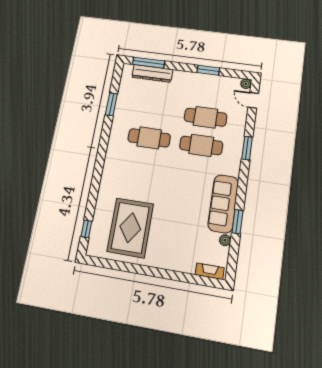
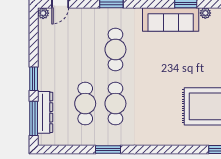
window: (208, 70) -> (34, 79), moved
window: (111, 104) -> (108, 150), moved
cafe table: (205, 117) -> (85, 104), moved

